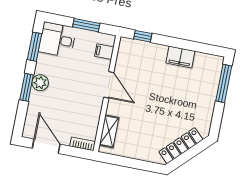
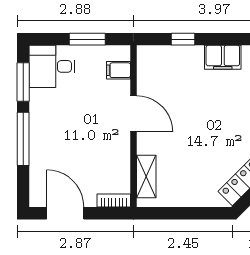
window: (143, 36) -> (183, 39), moved
plant: (40, 83) -> (40, 129), removed
window: (27, 87) -> (23, 139), width x1.44

